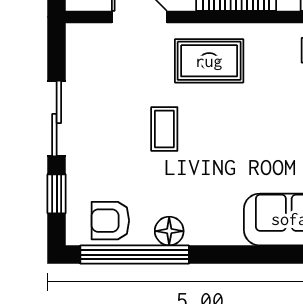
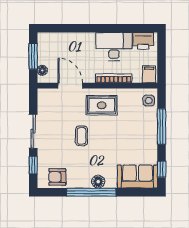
floor lamp: (169, 231) -> (98, 182), moved
window: (135, 255) -> (91, 192), moved

